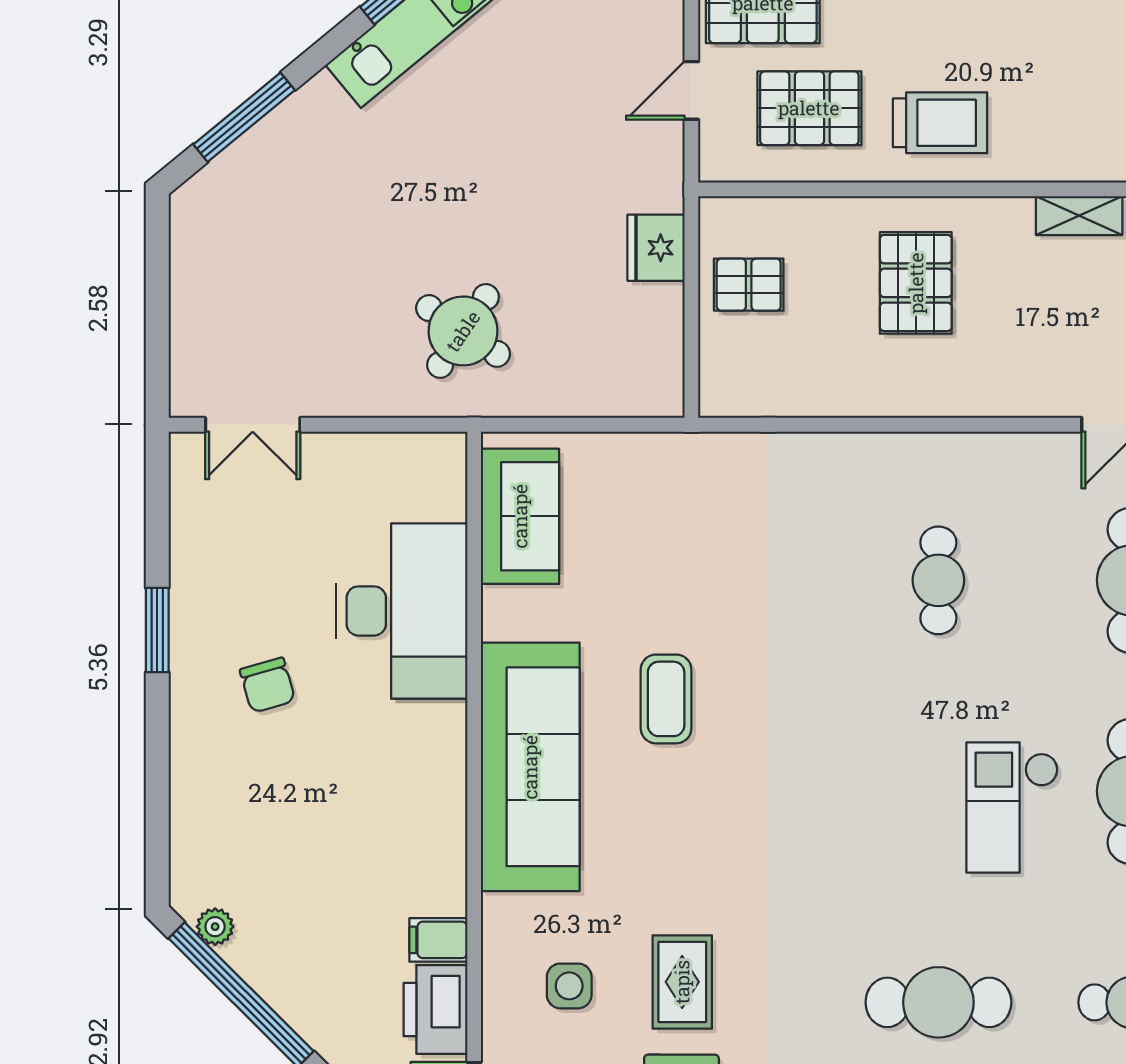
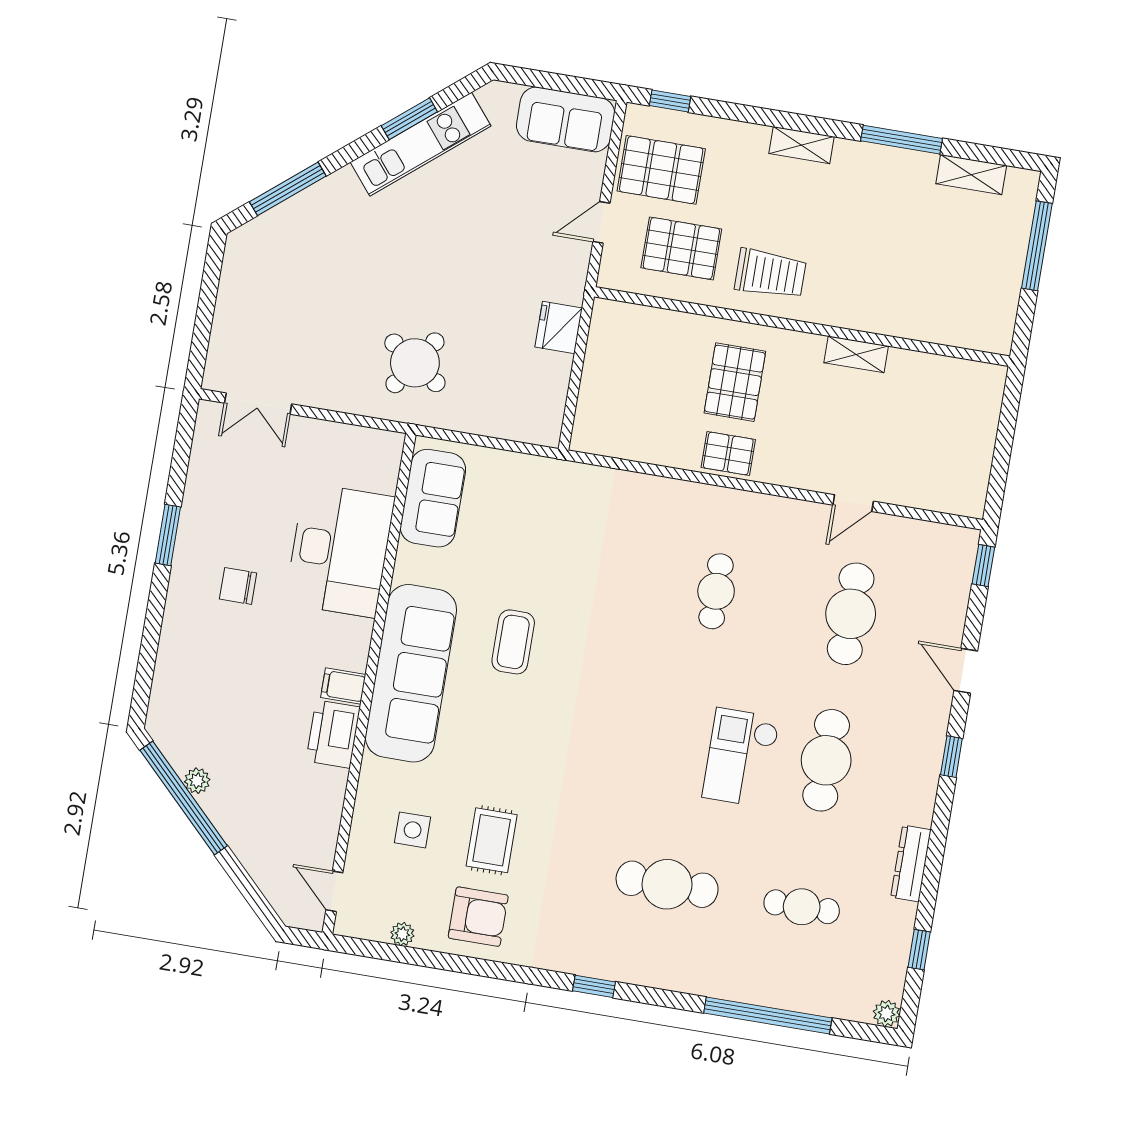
pallet: (749, 285) -> (728, 453), moved
chair: (267, 685) -> (238, 586), turned 106
plant: (215, 927) -> (197, 781), moved
filing cabinet: (438, 940) -> (343, 686), moved
printer: (435, 1010) -> (333, 734), moved

